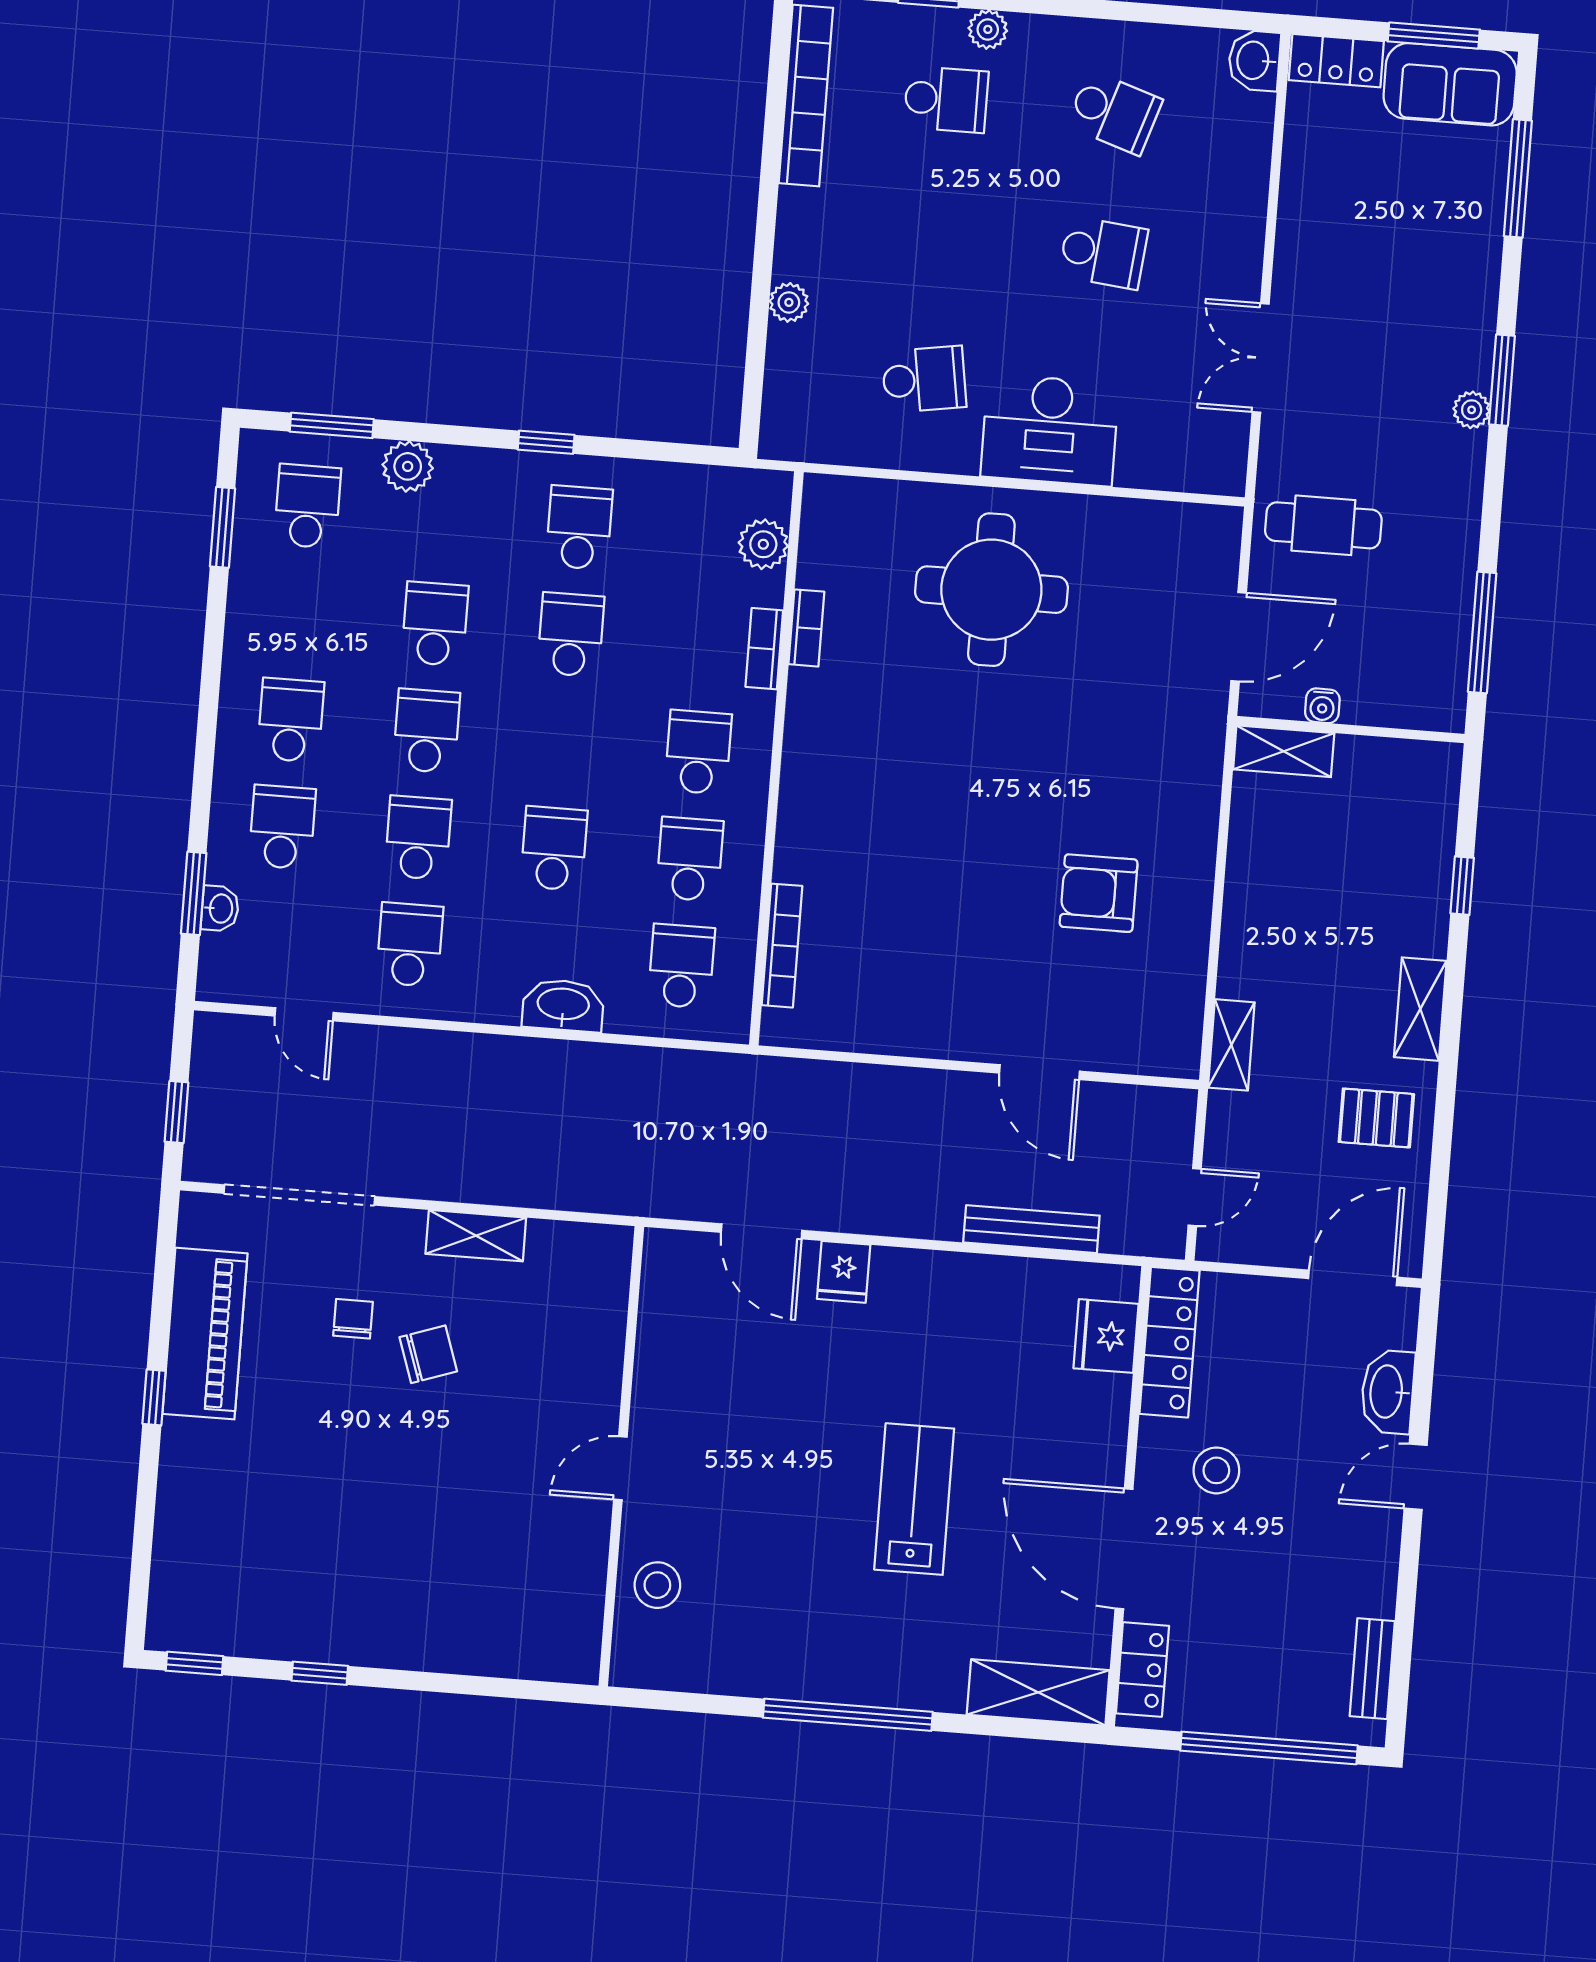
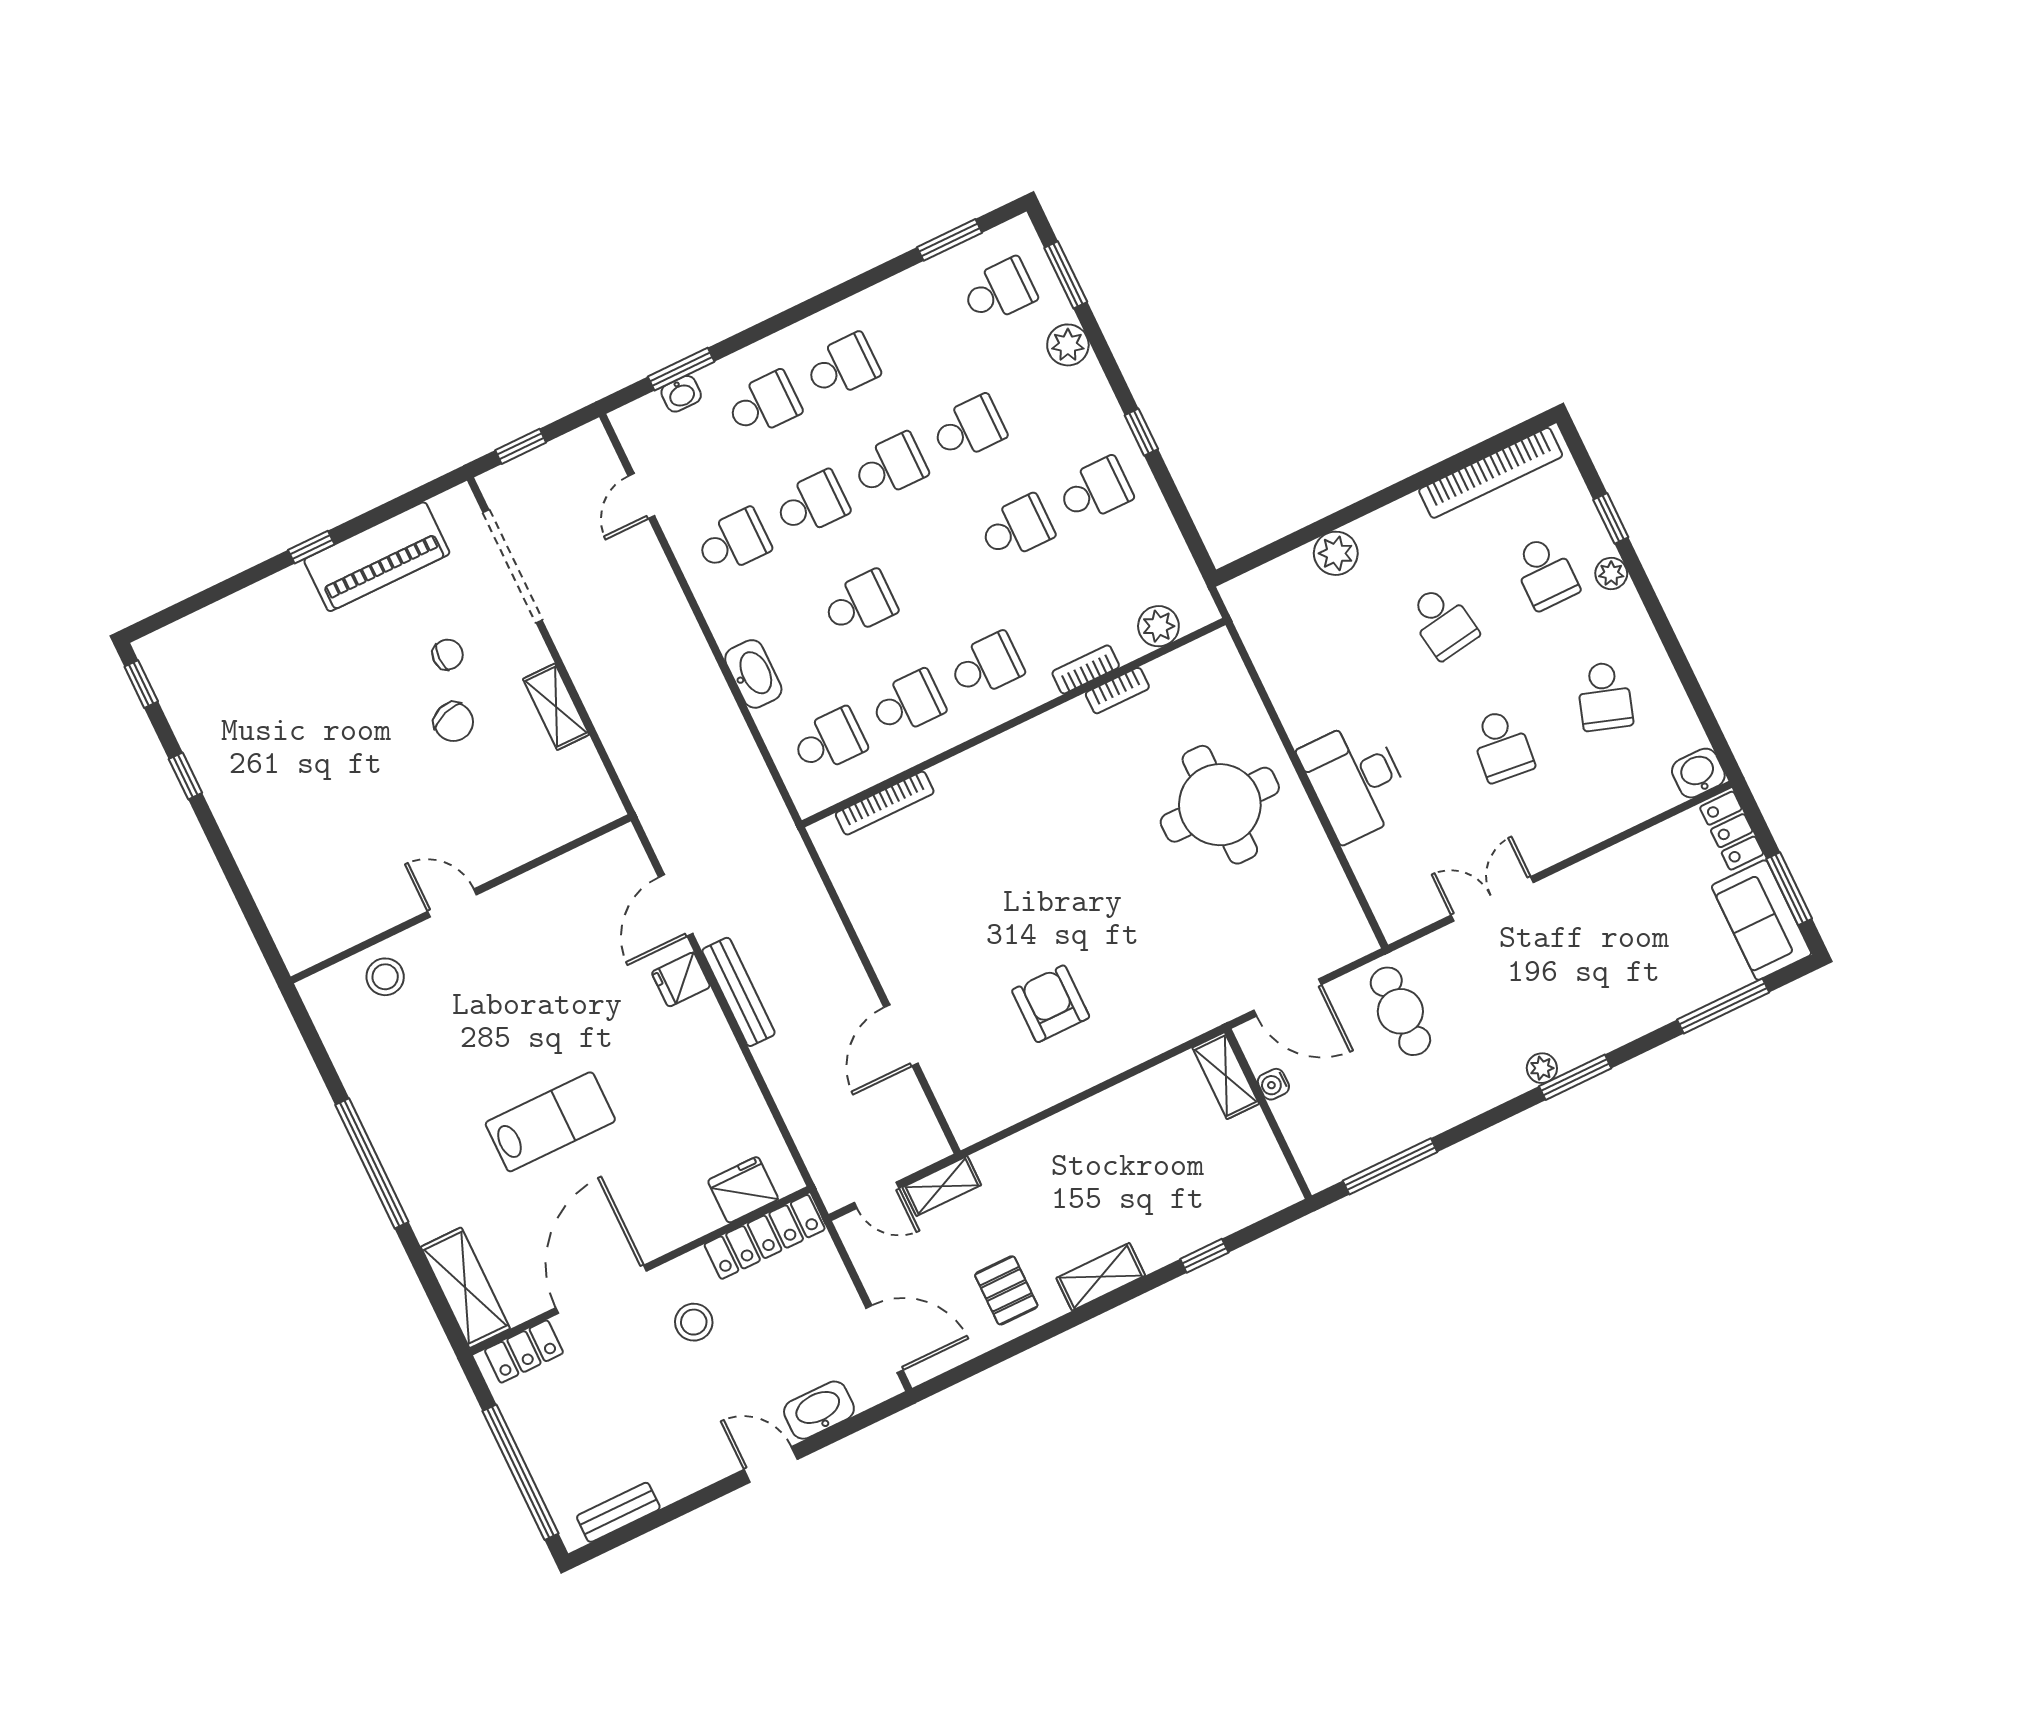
plant: (789, 302) -> (1336, 553), width x1.38, depth x1.38
school desk: (924, 379) -> (1442, 622), moved
shelving: (1231, 1045) -> (942, 1186), moved
bench: (1031, 1229) -> (739, 992), moved

